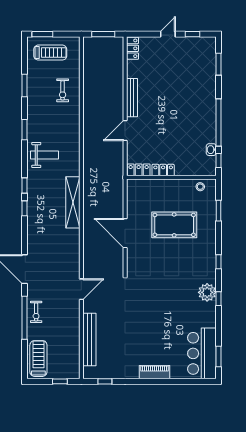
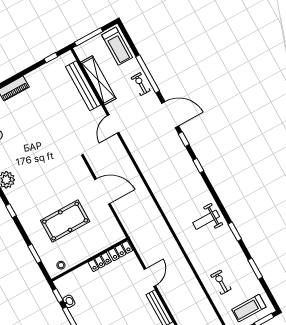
window: (24, 185) -> (184, 139), moved
shelving: (73, 202) -> (98, 80), moved
window: (60, 381) -> (89, 37), width x2.17

